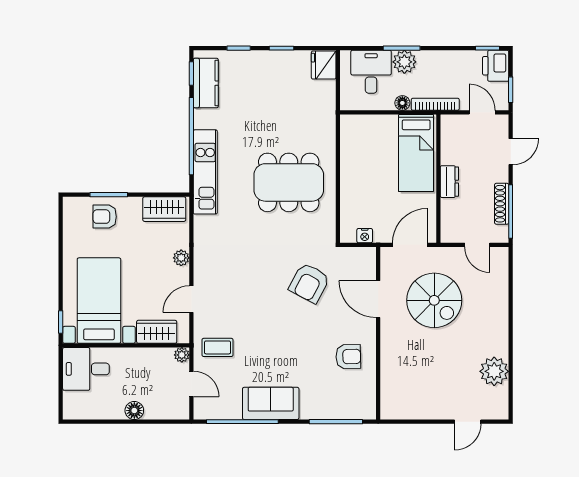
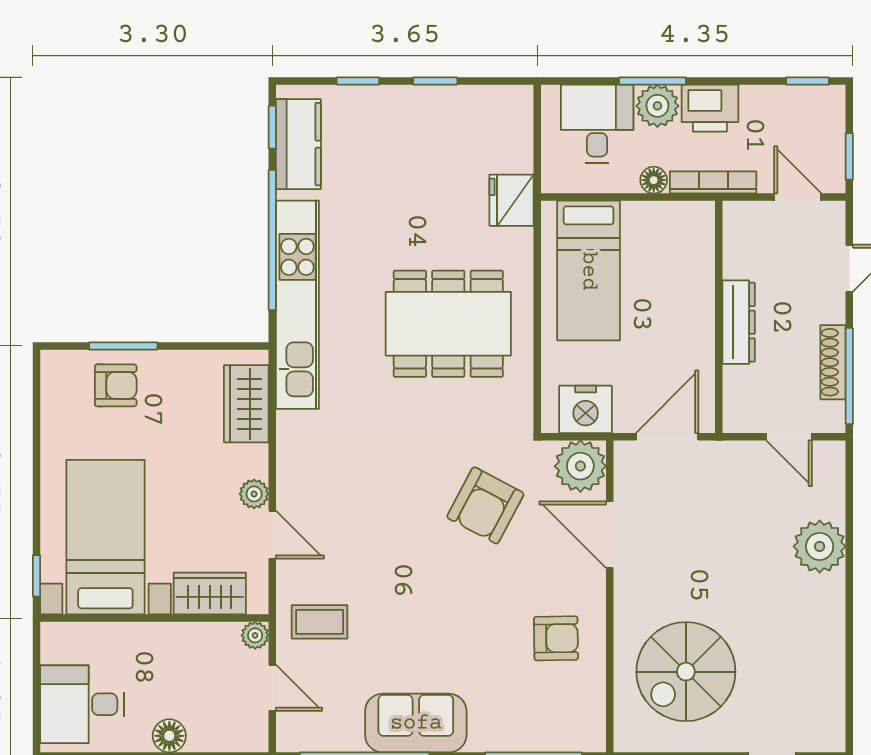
fridge: (324, 65) -> (512, 200), moved
printer: (496, 66) -> (710, 108), moved, turned -90
bed: (416, 153) -> (589, 271), moved
kitchen unit: (205, 172) -> (297, 305), width x1.36
dresser: (449, 182) -> (739, 322), width x1.44
wardrobe: (164, 209) -> (246, 404), moved, turned 90
armchair: (105, 217) -> (116, 385), turned 180
nightstand: (365, 236) -> (586, 409), width x1.89, depth x1.79
plant: (181, 258) -> (254, 494), moved
plant: (362, 261) -> (580, 466), added
door: (191, 299) -> (272, 535), swing flipped
spiral stairs: (434, 300) -> (686, 672), moved, turned 90
desk: (86, 369) -> (82, 704), moved
plant: (494, 371) -> (820, 546), moved

